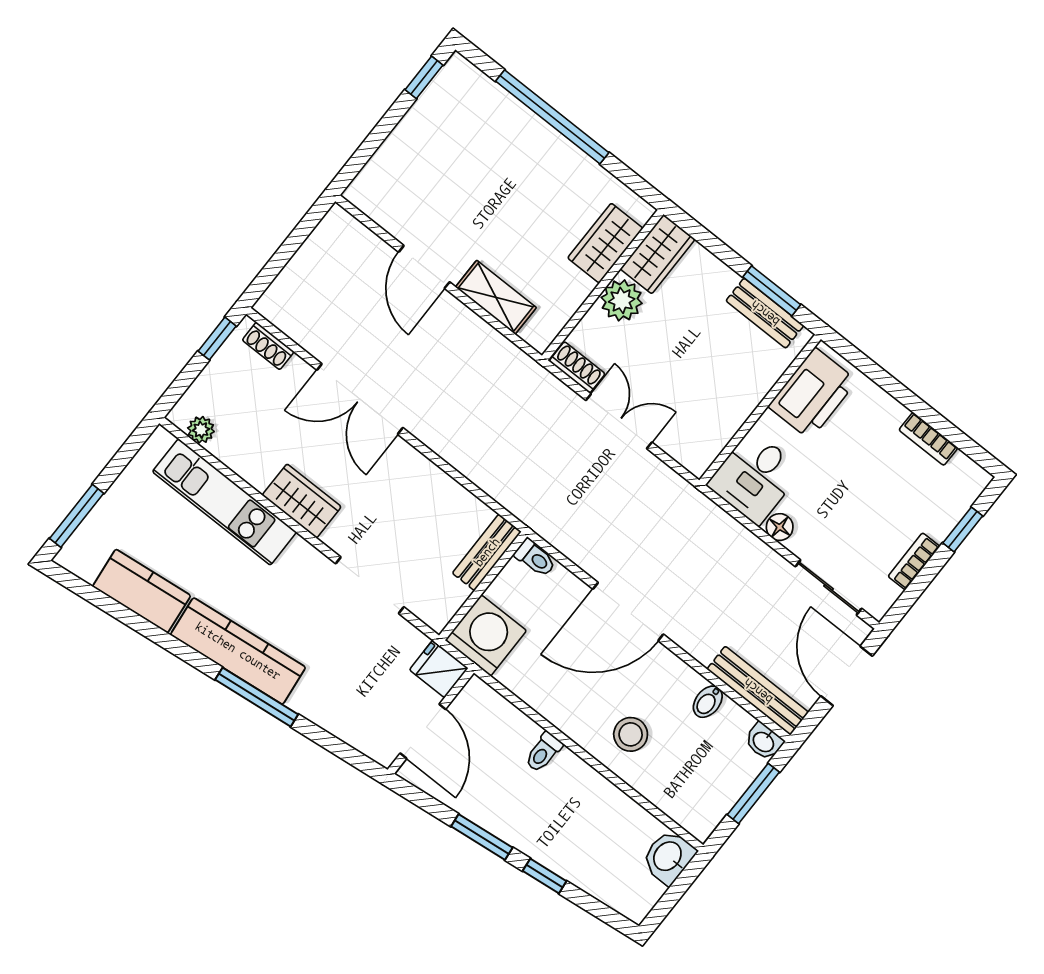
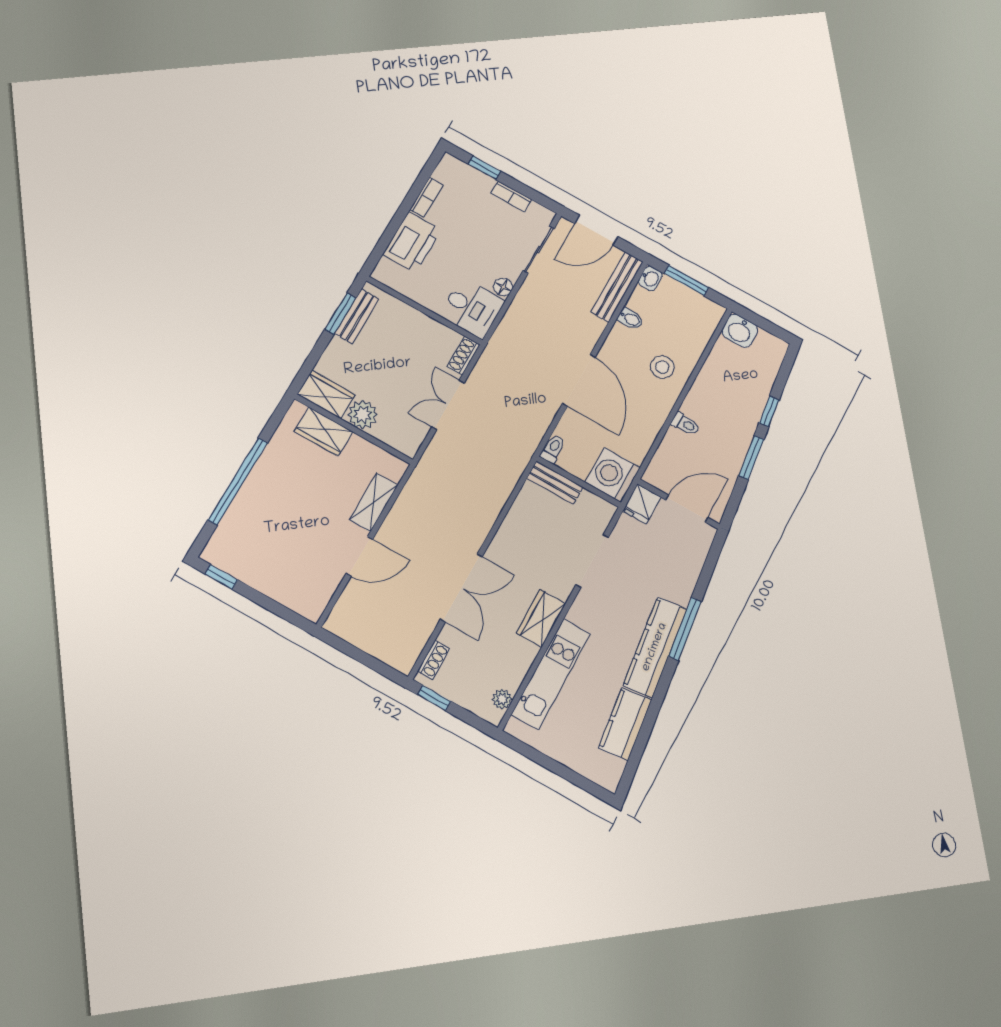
shoe rack: (577, 367) -> (464, 356), moved
printer: (813, 394) -> (412, 242), moved, turned 90
window: (77, 516) -> (579, 781), removed

